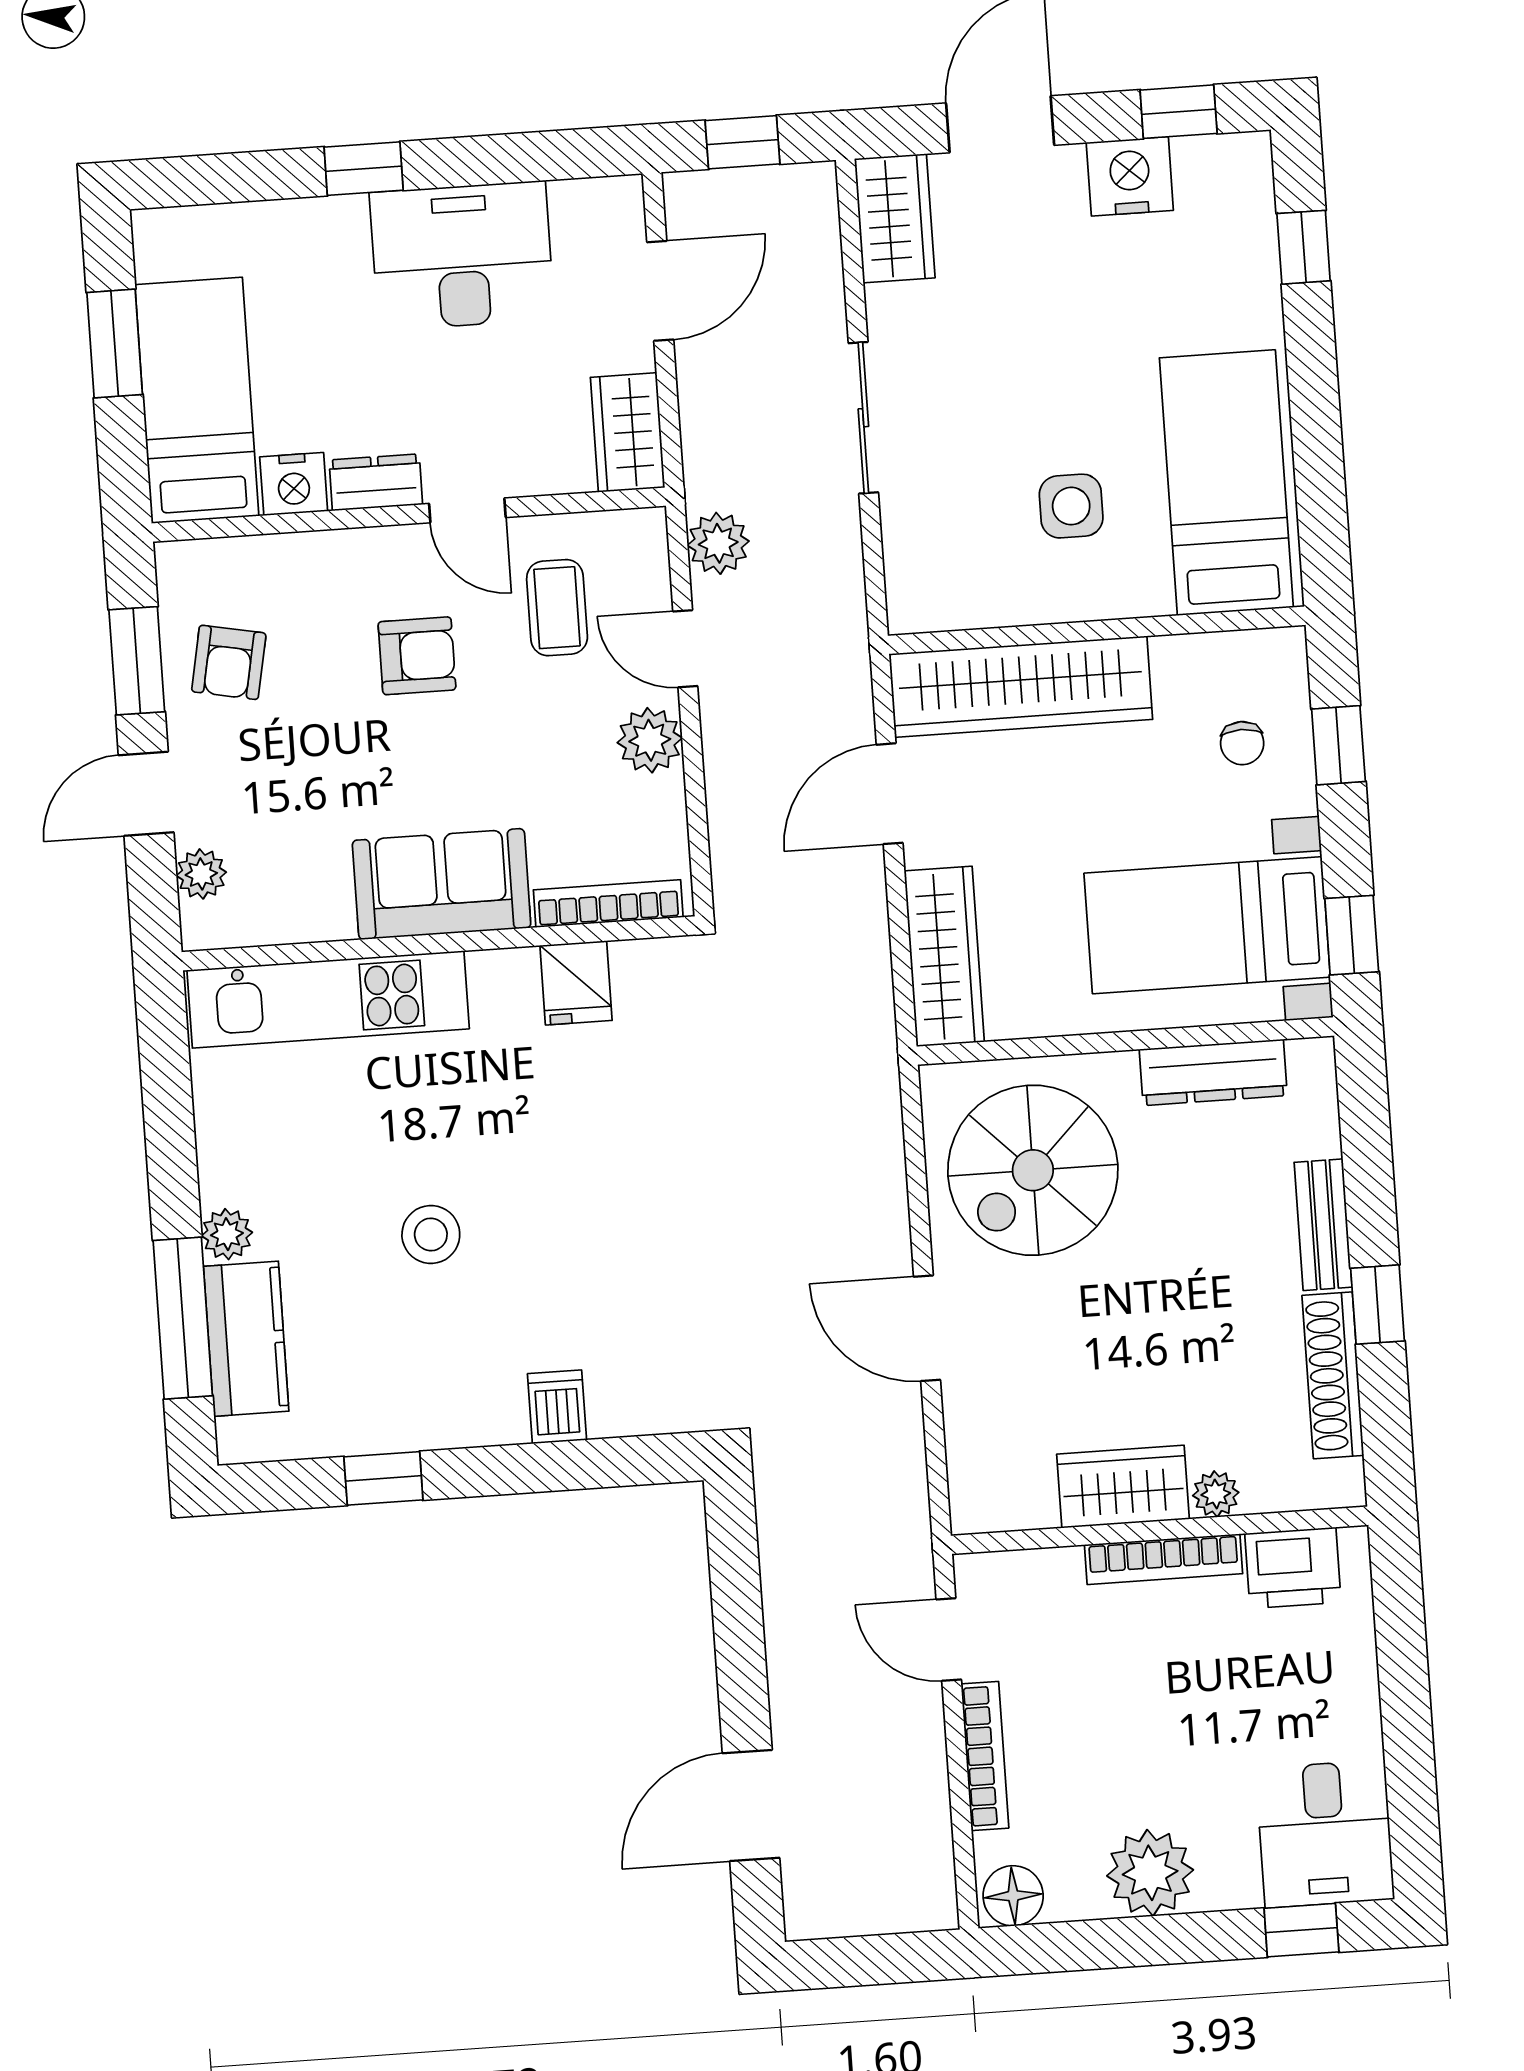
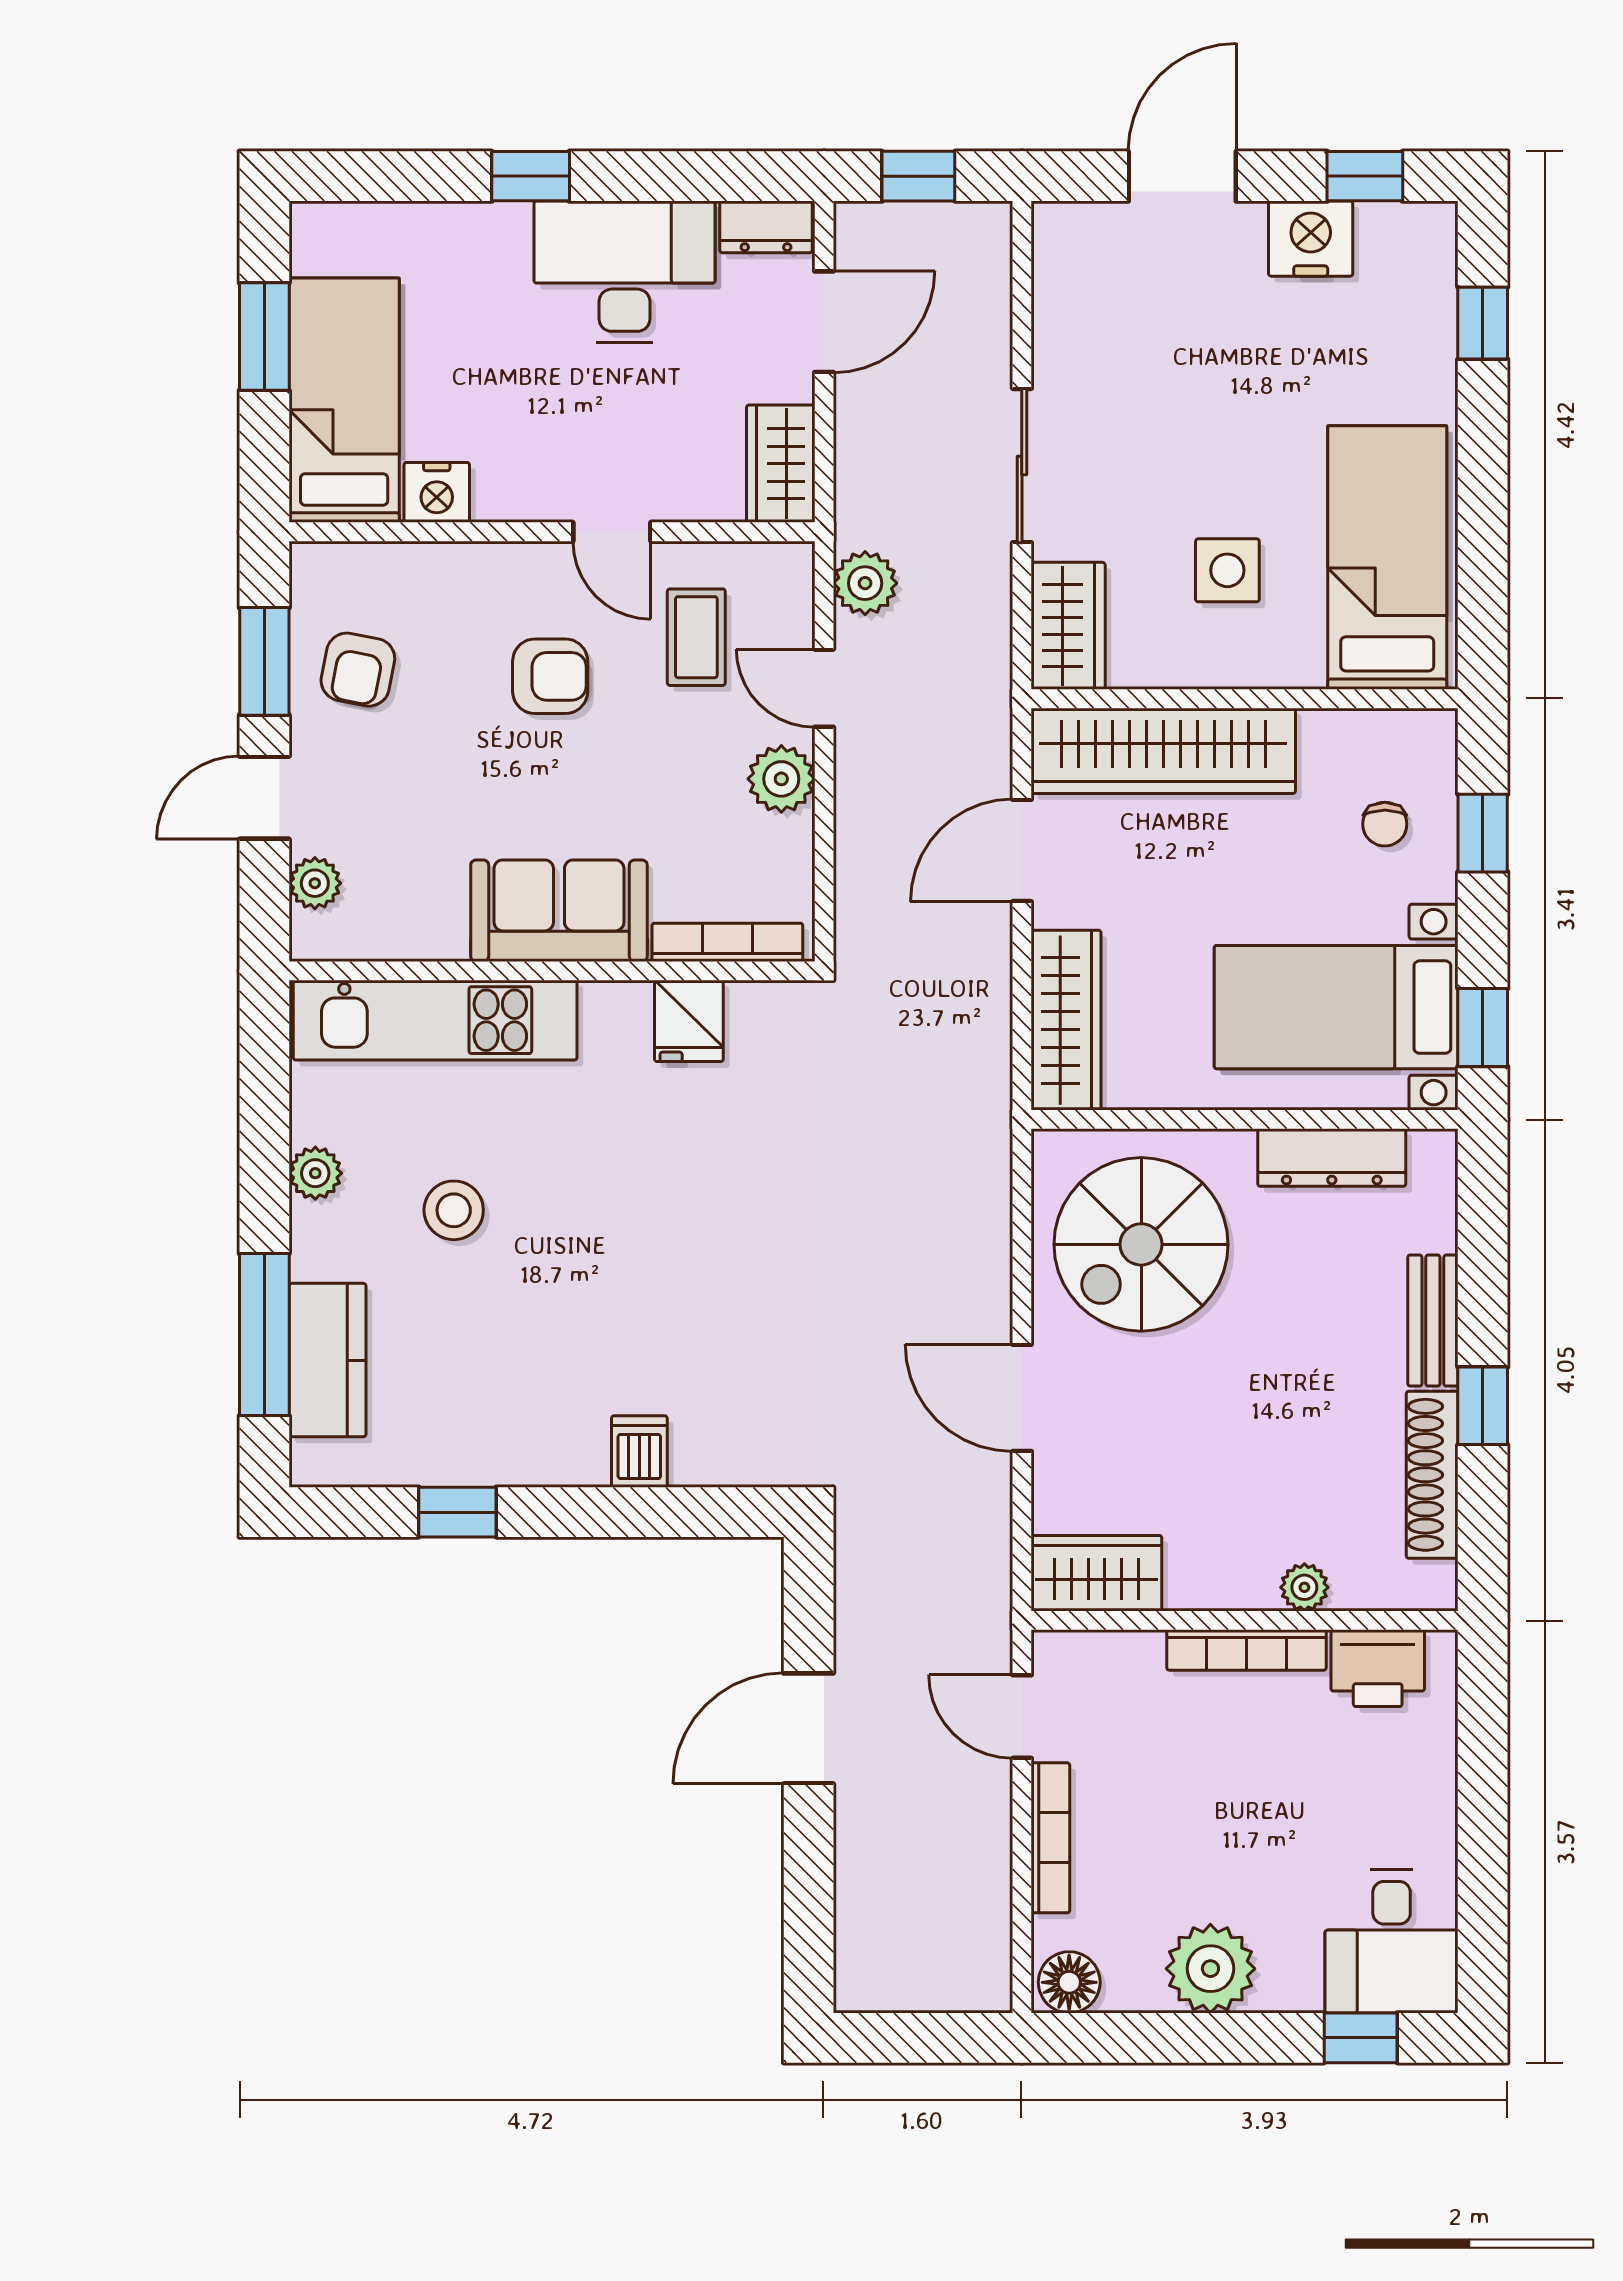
wardrobe: (895, 218) -> (1068, 626), moved
dresser: (376, 482) -> (766, 227), moved, turned 180
plant: (227, 1234) -> (315, 1173), moved
stool: (431, 1235) -> (454, 1210), moved
wardrobe: (1123, 1487) -> (1096, 1573), moved
door: (751, 1806) -> (809, 1728), moved

